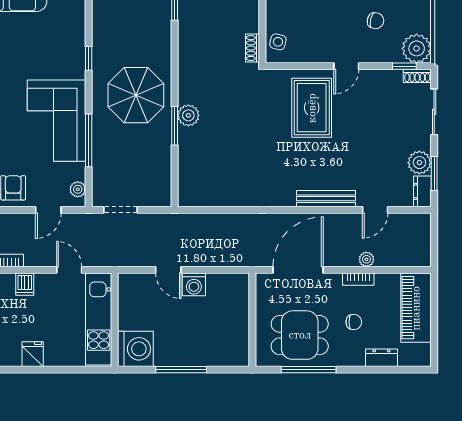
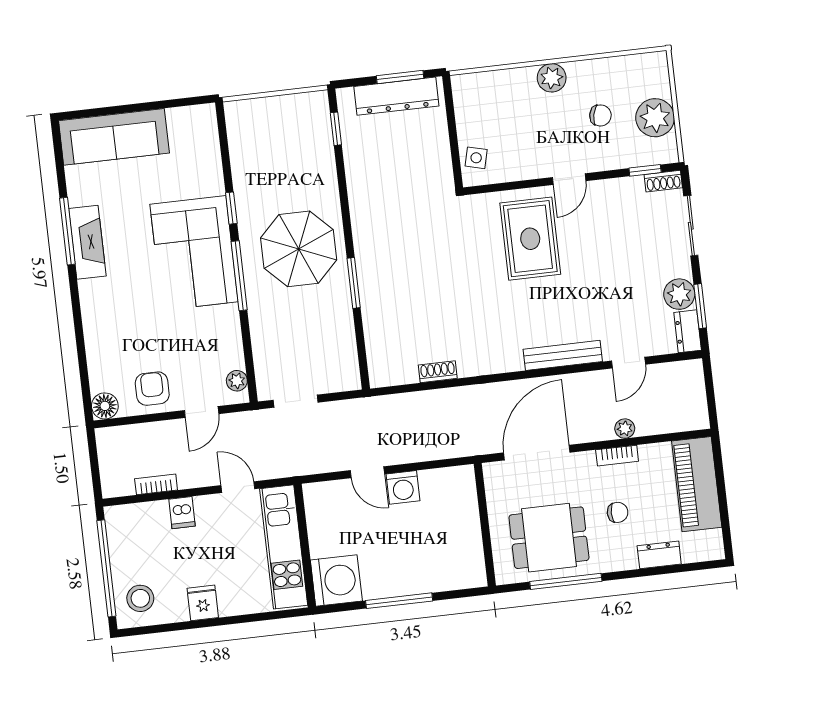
shoe rack: (253, 48) -> (438, 372), moved, turned 90
plant: (417, 48) -> (655, 118), moved
plant: (188, 115) -> (370, 267), removed
corner sofa: (57, 121) -> (194, 253), moved
window: (89, 140) -> (239, 276), moved

